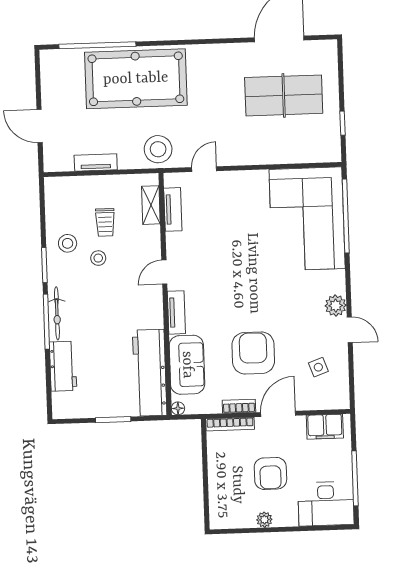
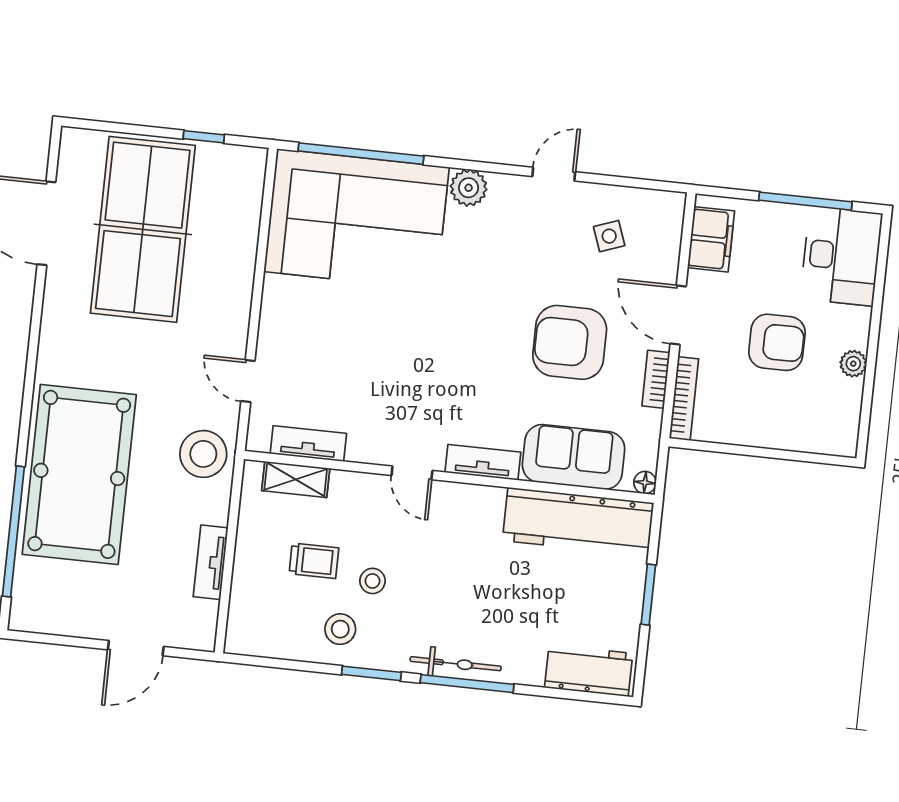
table tennis table: (284, 95) -> (143, 229), width x1.36, depth x1.32
plant: (336, 306) -> (469, 188), moved
workbench: (63, 366) -> (589, 671), moved

